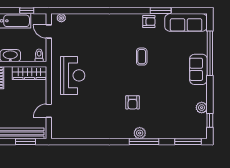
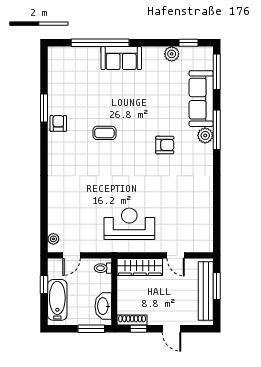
sofa: (186, 22) -> (201, 99), moved, turned 180
wardrobe: (29, 73) -> (140, 267), moved, turned 90

